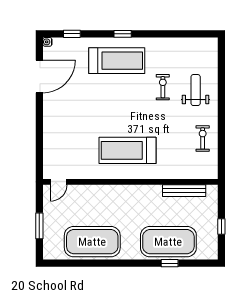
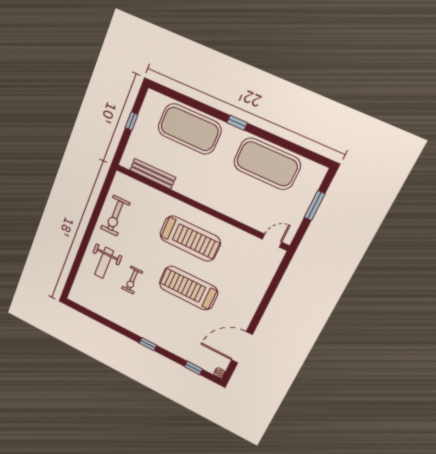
treadmill: (117, 61) -> (188, 288), moved
exercise bike: (203, 138) -> (115, 216), width x1.38, depth x1.39
window: (170, 263) -> (237, 123), moved

